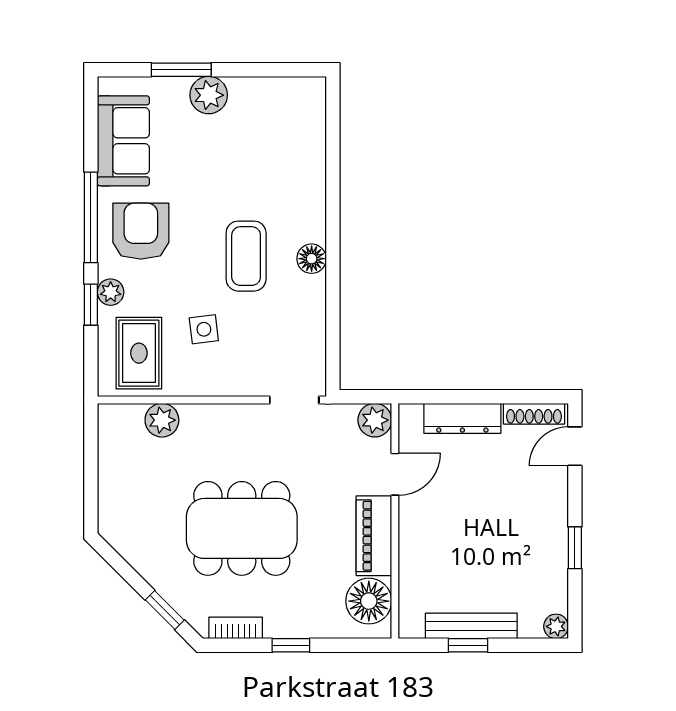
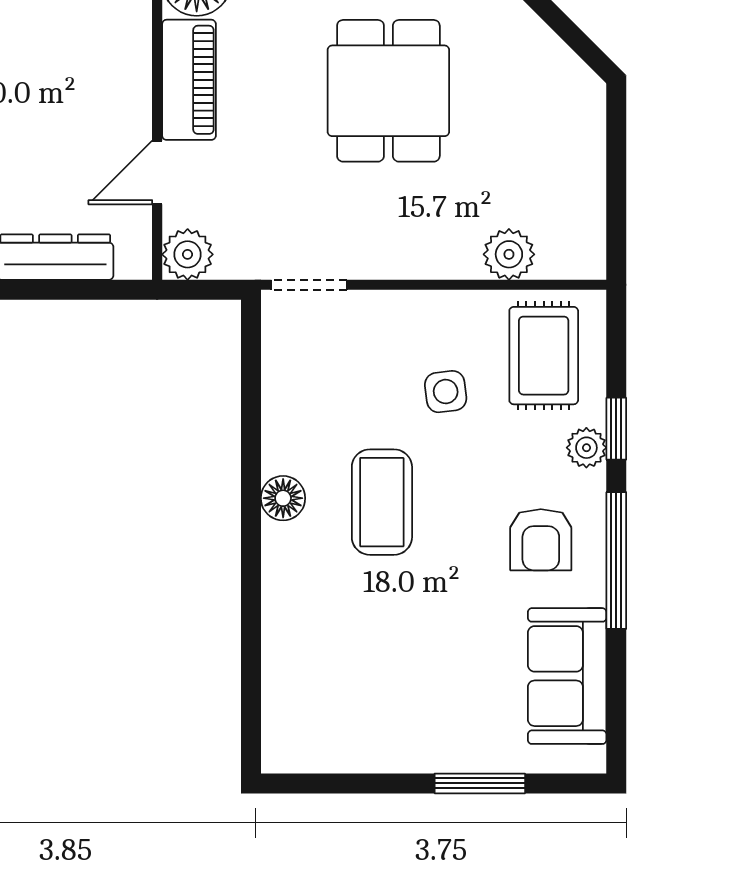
plant: (209, 95) -> (438, 745), removed
armchair: (141, 231) -> (541, 540), width x0.72, depth x0.72
dining table: (242, 528) -> (388, 91), width x0.73

